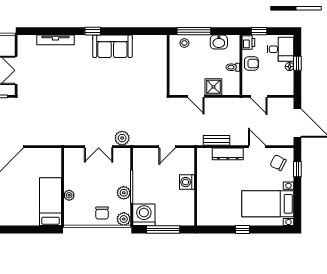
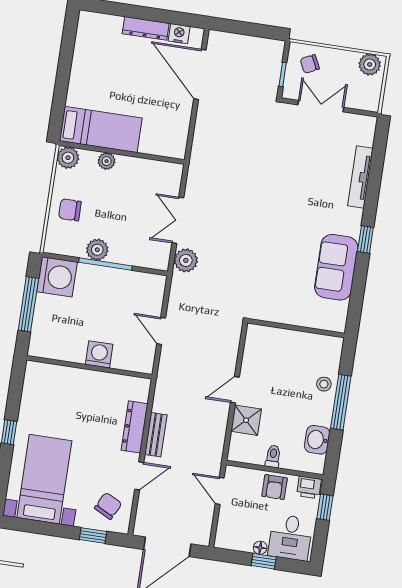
wall: (168, 65) -> (296, 328), moved
door: (259, 96) -> (220, 491), hinge flipped
bench: (216, 140) -> (156, 435), moved
plant: (124, 219) -> (68, 158), moved

